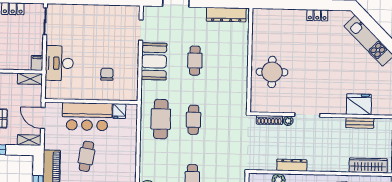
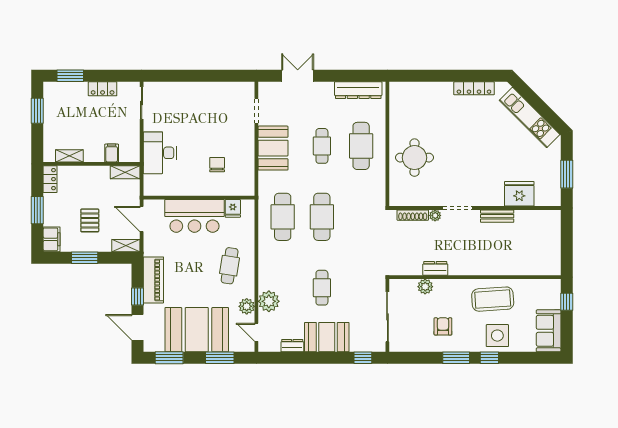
locker: (317, 15) -> (474, 88), width x1.53
cafe table: (228, 61) -> (361, 146), added
filing cabinet: (37, 63) -> (112, 153), moved
cafe table: (194, 120) -> (322, 217), width x1.37, depth x1.35
bench: (360, 123) -> (497, 216), moved
cafe table: (86, 156) -> (230, 266), moved
dresser: (292, 165) -> (435, 268), width x0.70
wardrobe: (368, 165) -> (532, 267), removed

